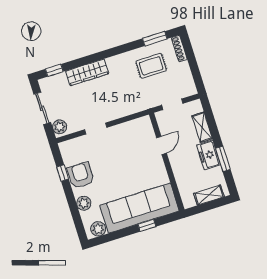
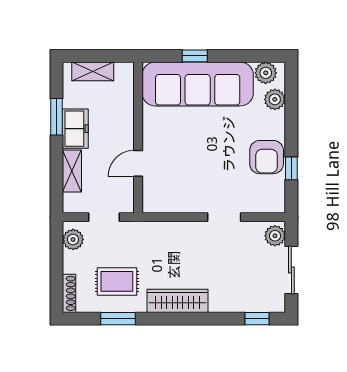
window: (155, 39) -> (118, 319), moved
wardrobe: (87, 72) -> (178, 301), moved
plant: (188, 84) -> (73, 239), added
plant: (84, 203) -> (275, 99), moved

